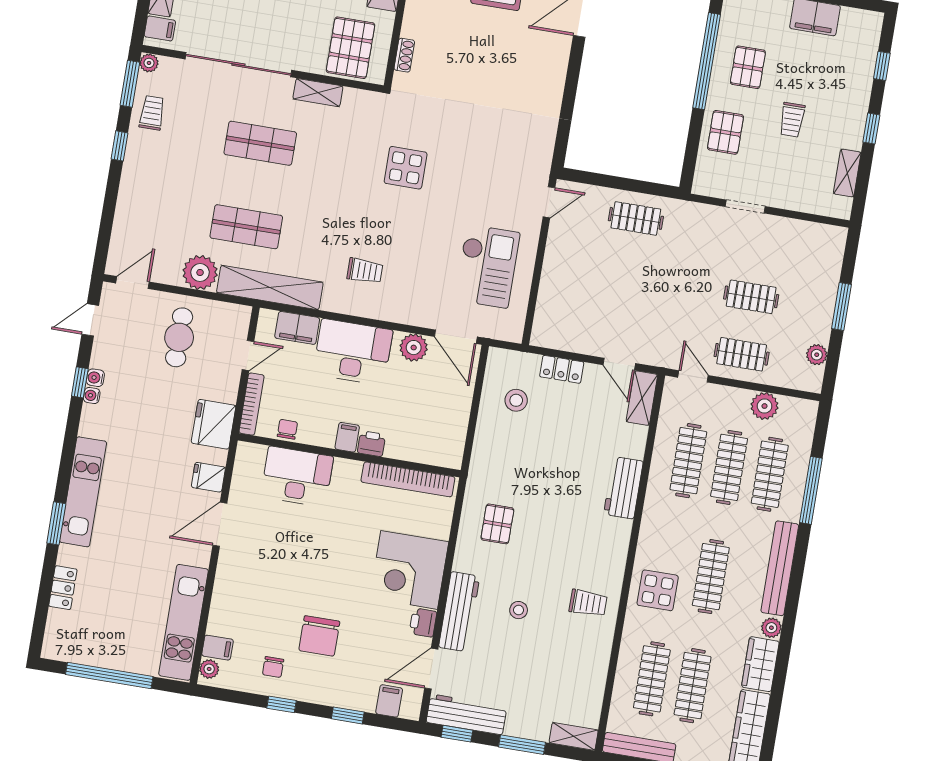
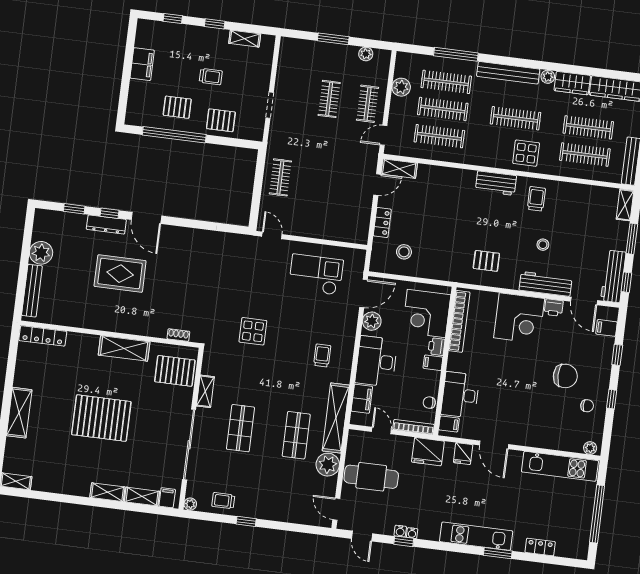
window: (130, 84) -> (205, 516), removed
cafe table: (179, 337) -> (371, 477), width x1.37, depth x1.35
corner desk: (422, 430) -> (426, 314), added
workbench: (623, 488) -> (496, 183), moved
filing cabinet: (217, 648) -> (449, 424), moved, turned 90

